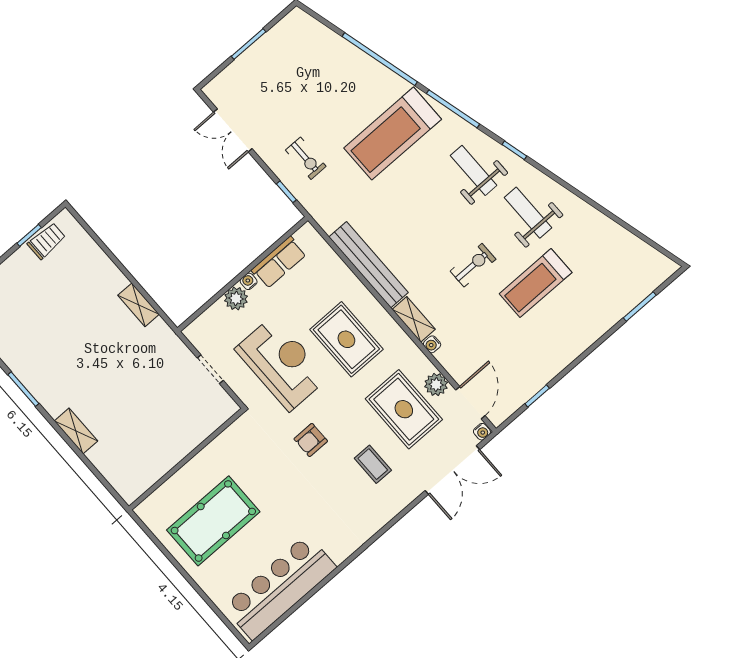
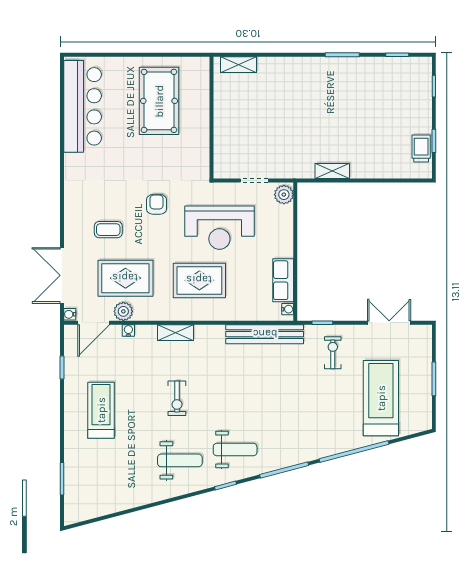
treadmill: (393, 134) -> (381, 398), moved
exercise bike: (306, 158) -> (333, 353), turned 90
trolley: (46, 241) -> (421, 149), turned 180
bench: (369, 265) -> (265, 334), moved
water cooler: (249, 281) -> (288, 309), moved
treadmill: (536, 283) -> (101, 410), moved
plant: (236, 298) -> (284, 195), moved
water cooler: (432, 344) -> (128, 330), moved
door: (470, 403) -> (94, 323), hinge flipped
shelving: (76, 431) -> (238, 65), moved

